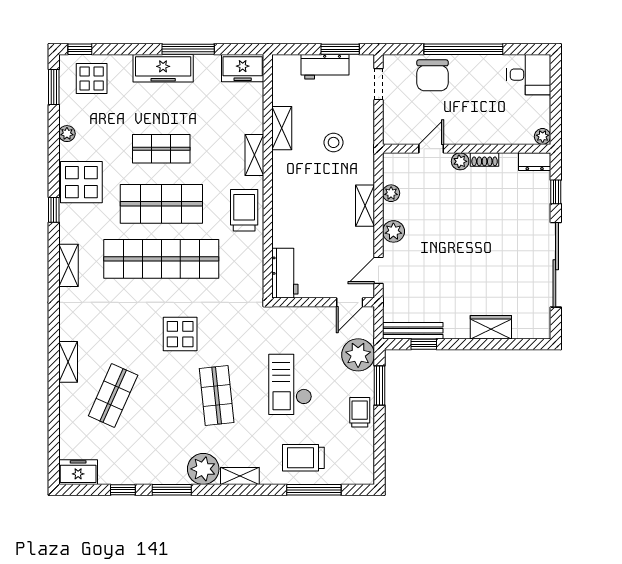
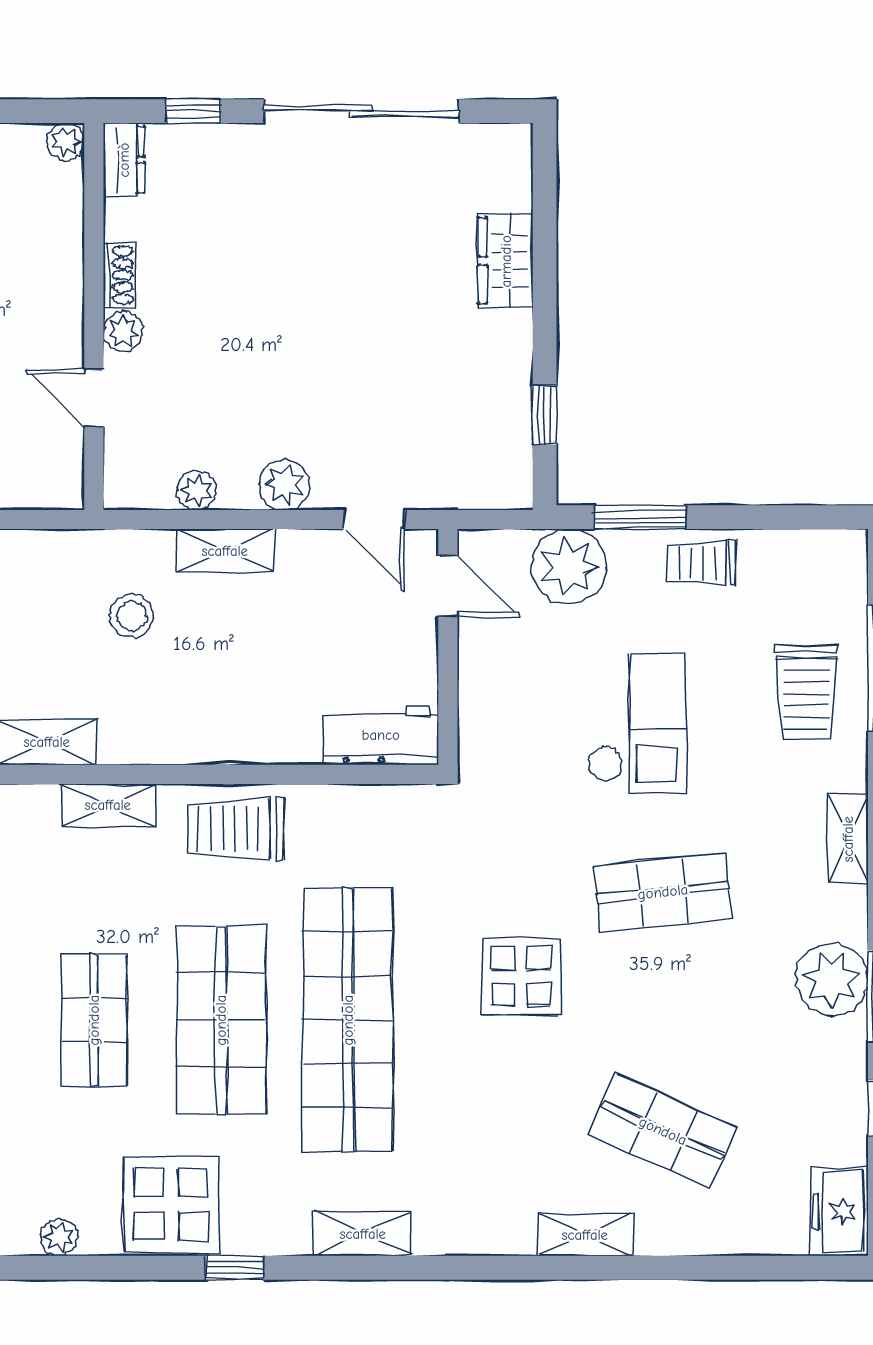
stool: (334, 142) -> (132, 616), moved
bench: (413, 331) -> (513, 441), removed
checkout: (290, 384) -> (637, 723), turned -90
plant: (203, 469) -> (832, 980), moved

